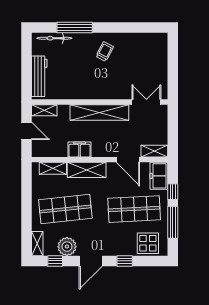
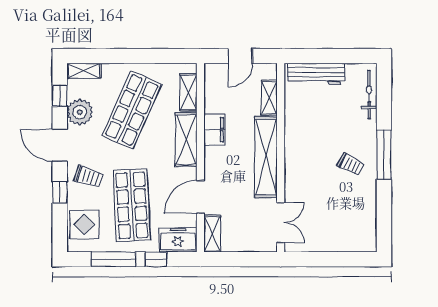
window: (75, 28) -> (384, 155), moved
shelving: (44, 110) -> (269, 98), moved
shop shelf: (65, 209) -> (132, 110), turned 30
trolley: (113, 240) -> (89, 177), added

